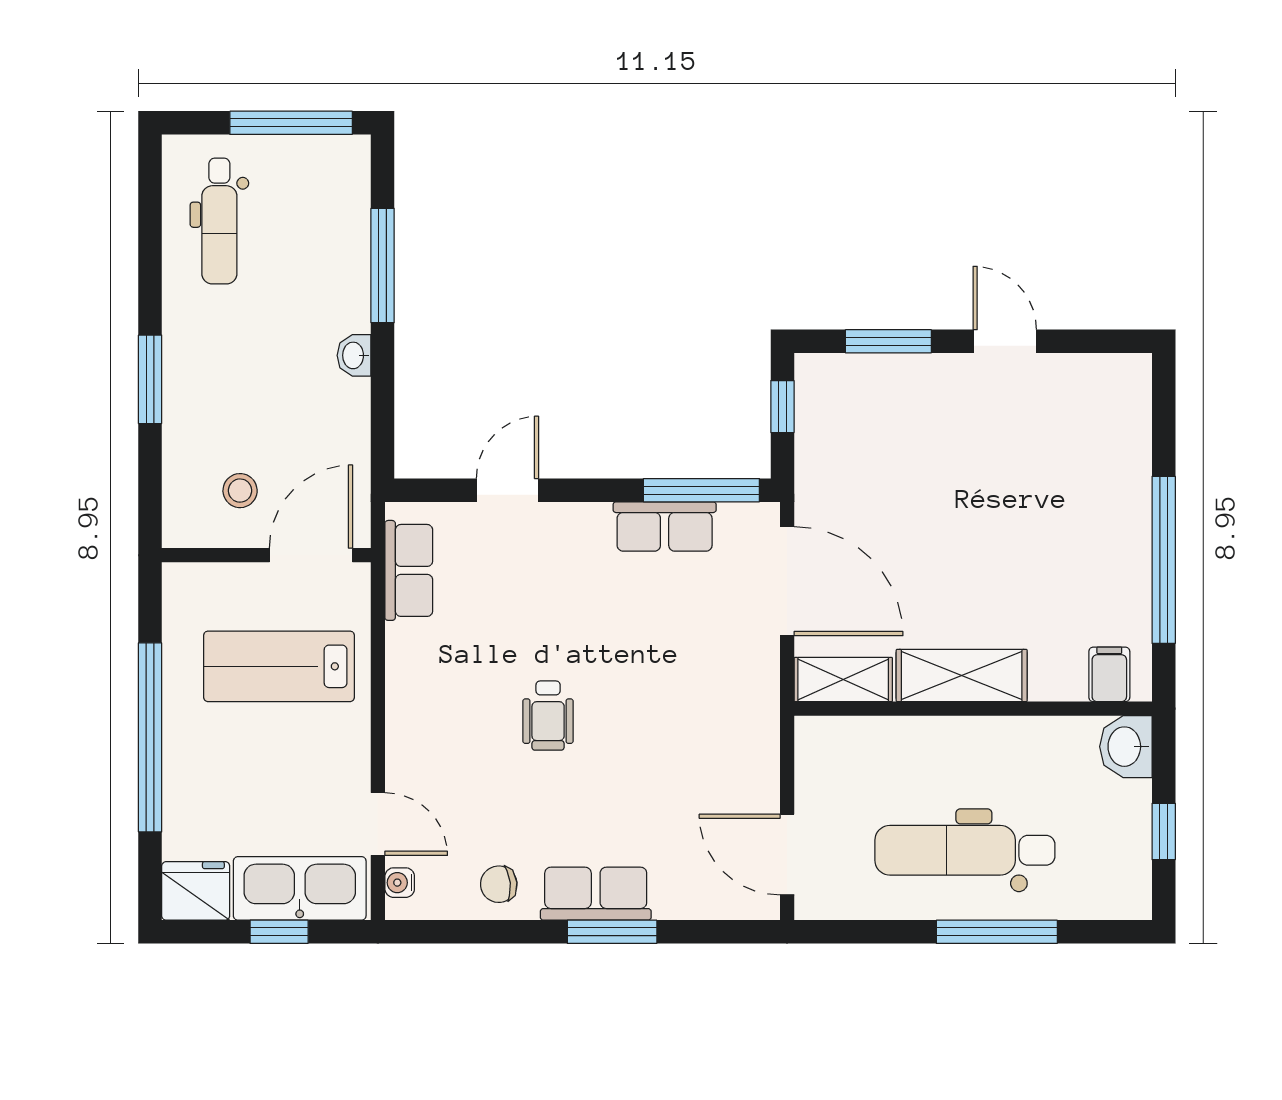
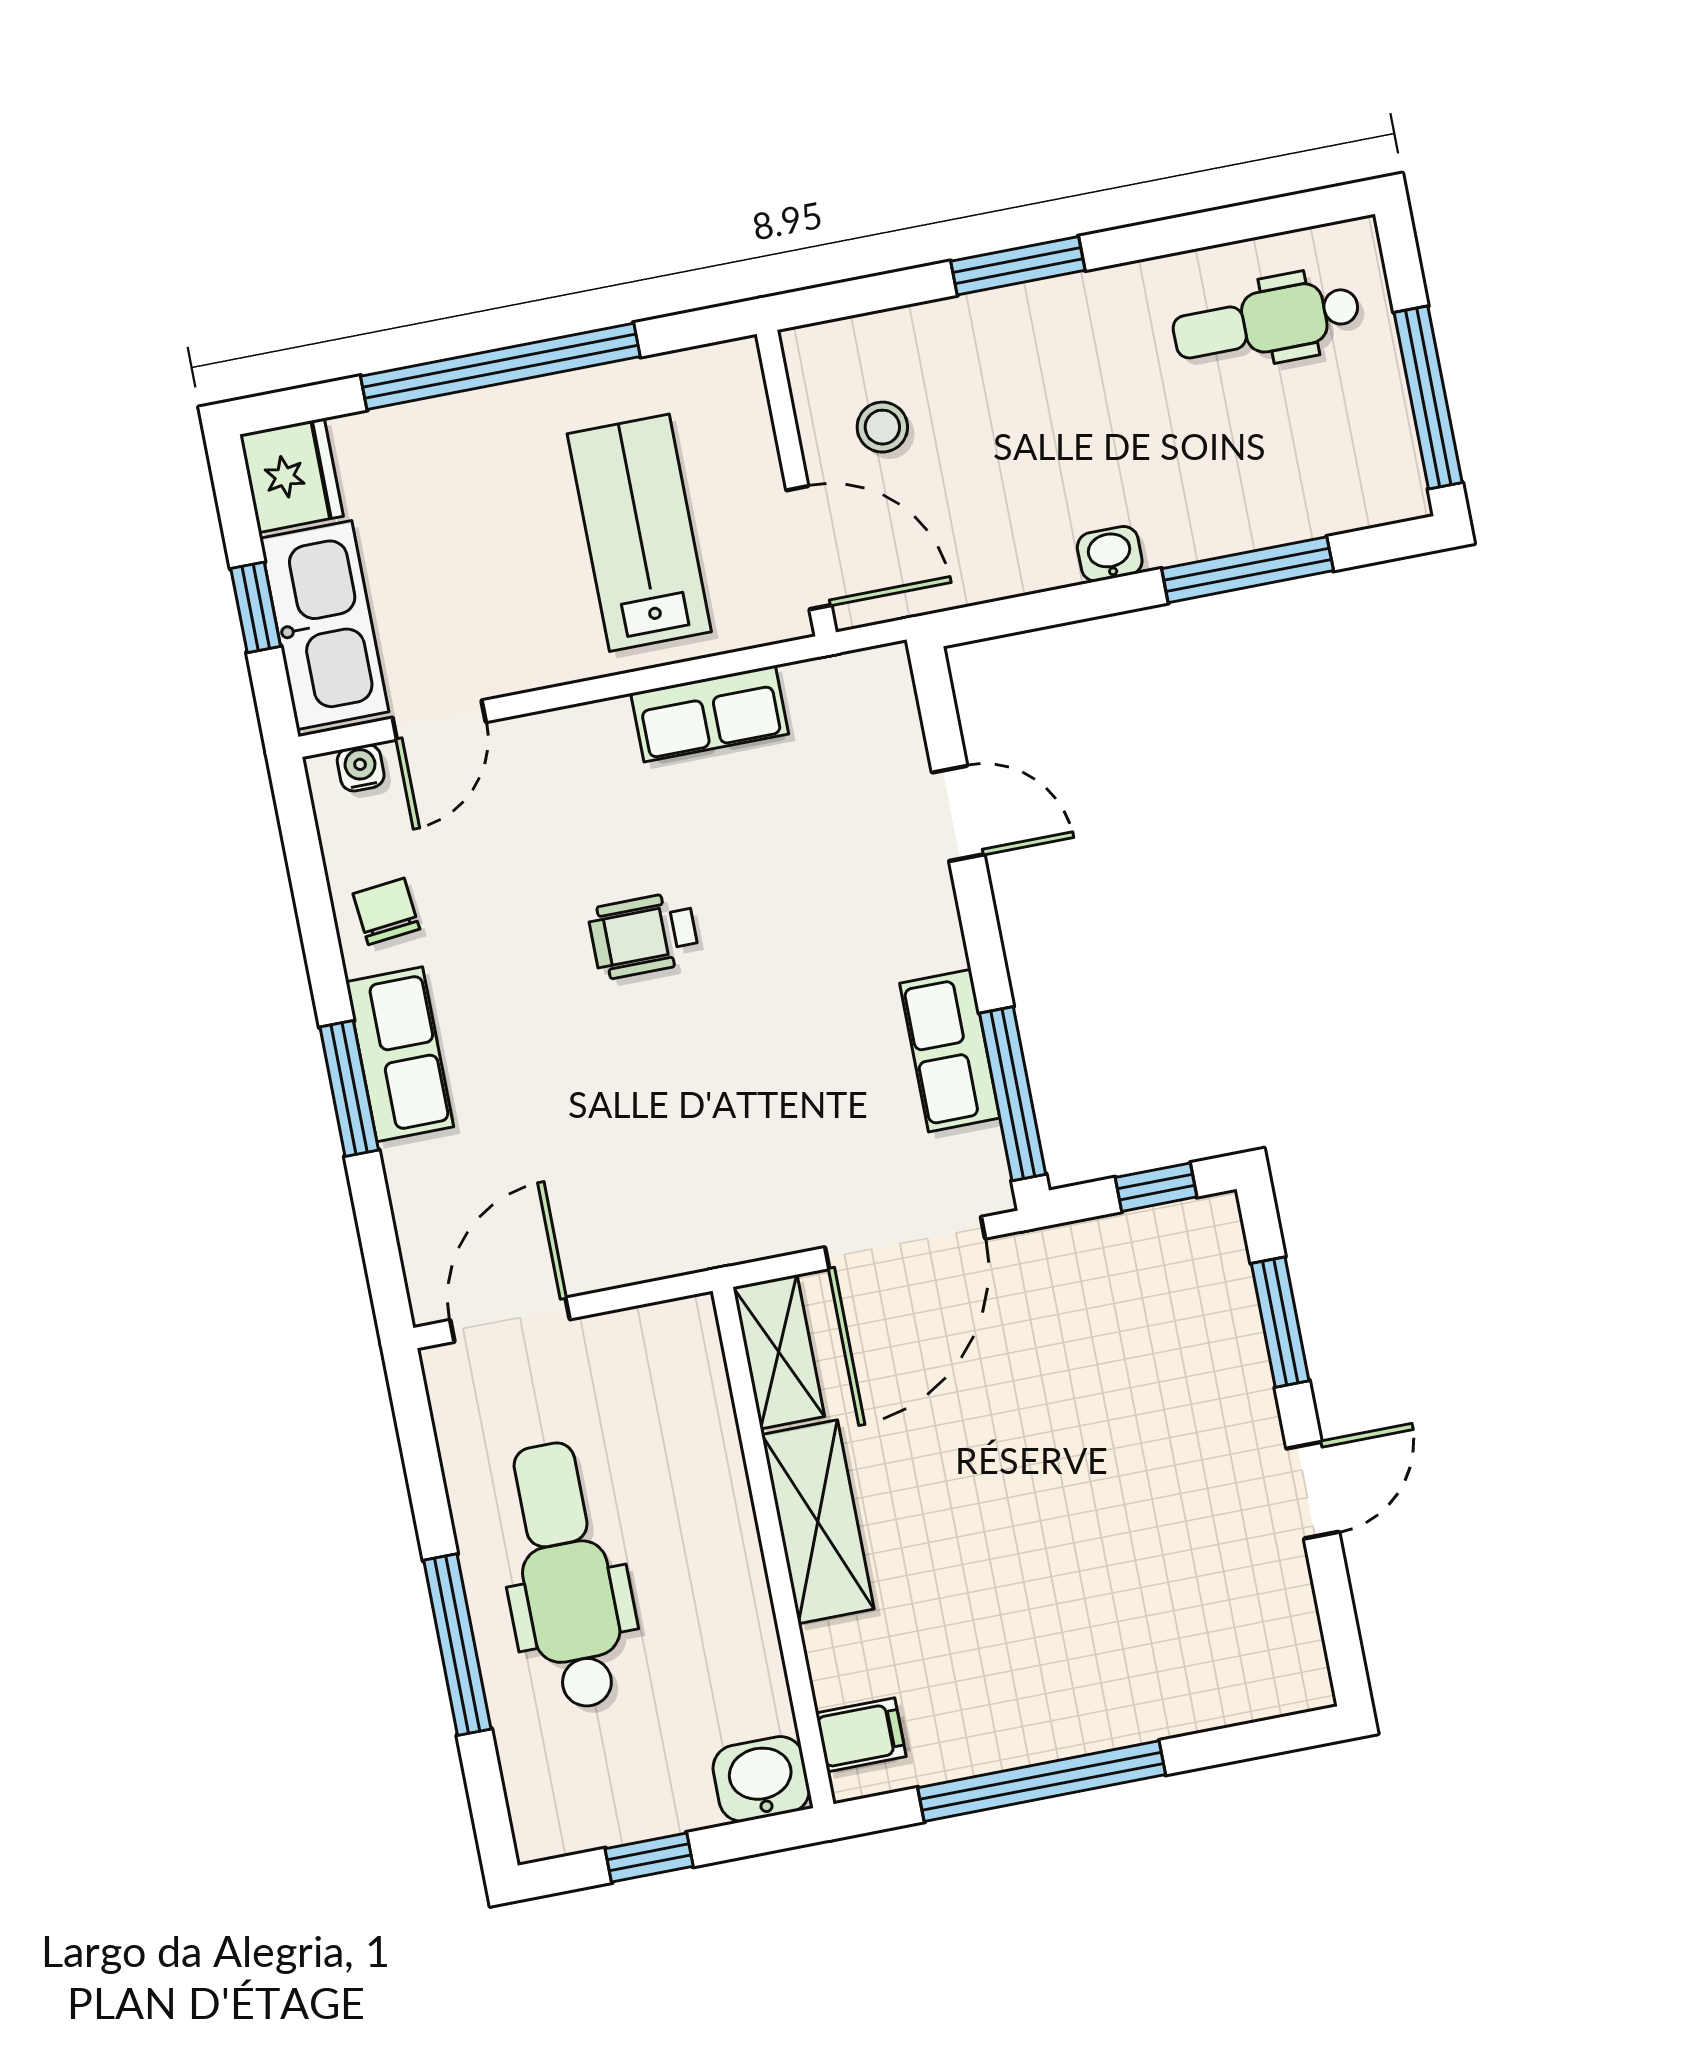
row of seats: (409, 570) -> (710, 714), moved

